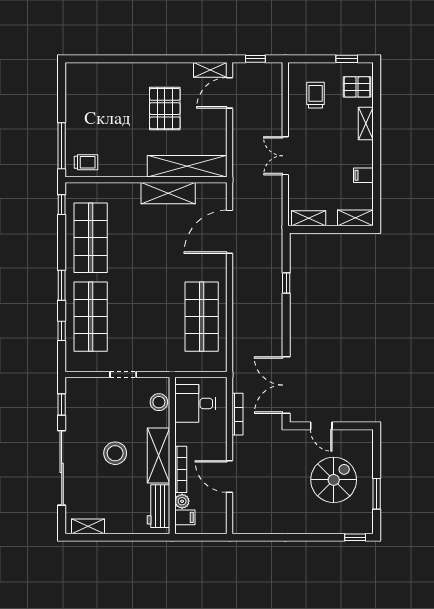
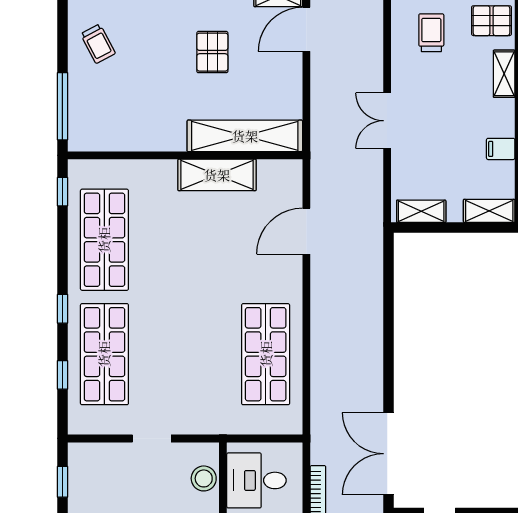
pallet: (165, 109) -> (212, 52), width x0.67, depth x0.71
trolley: (86, 162) -> (98, 44), moved, turned 62
door: (230, 232) -> (306, 231), width x0.73
window: (286, 283) -> (388, 306), removed
window: (62, 285) -> (62, 309), width x0.67

